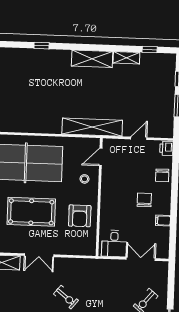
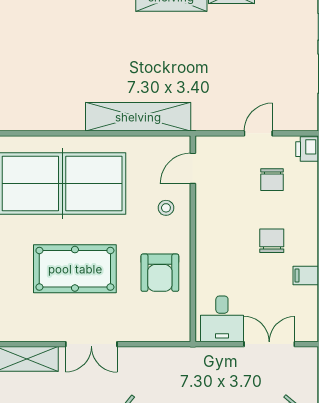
shelving: (92, 127) -> (138, 117), moved
chair: (162, 175) -> (272, 180), moved

